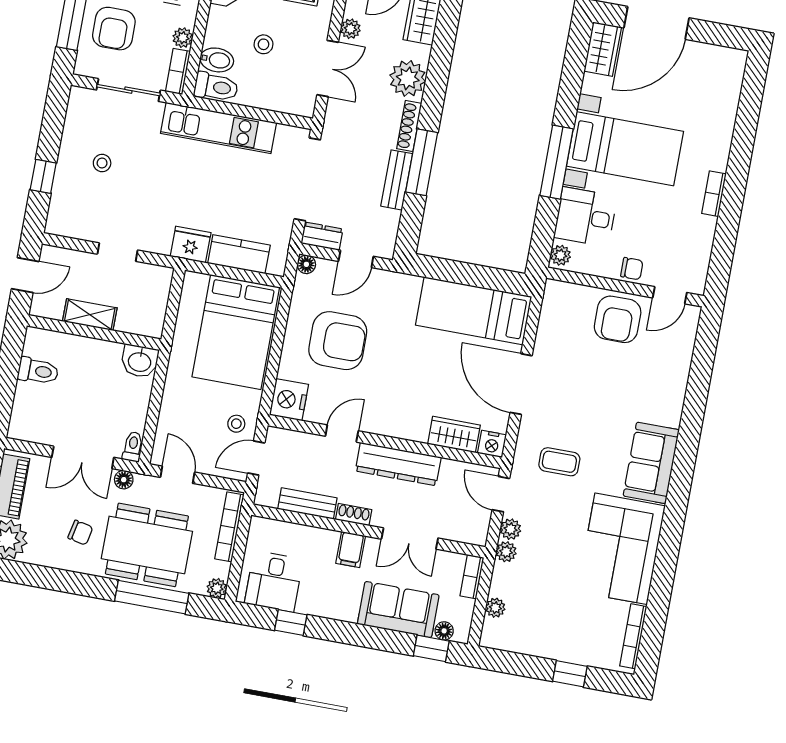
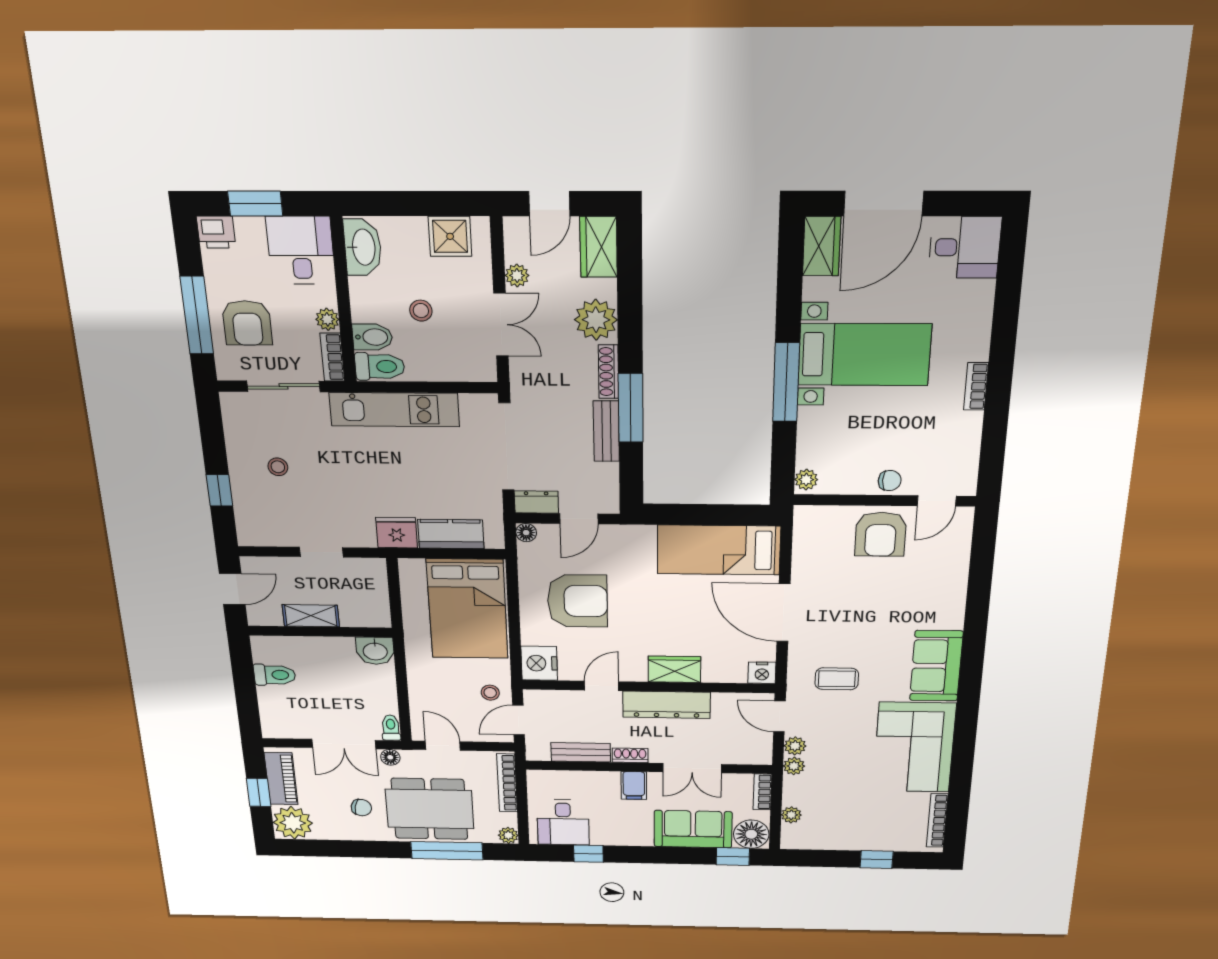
desk: (585, 217) -> (965, 247), moved, turned 180
wardrobe: (454, 434) -> (674, 669), moved
floor lamp: (444, 631) -> (751, 834), width x1.89, depth x1.89

